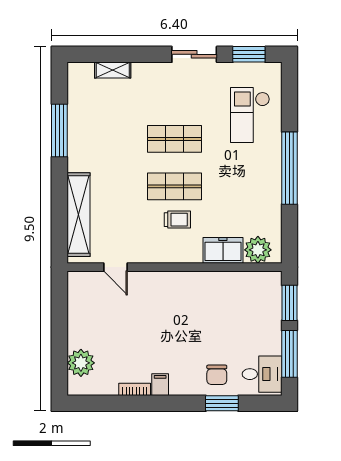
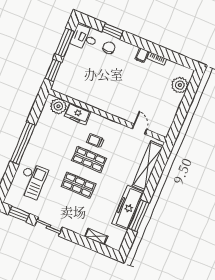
freezer: (82, 136) -> (128, 208), added

